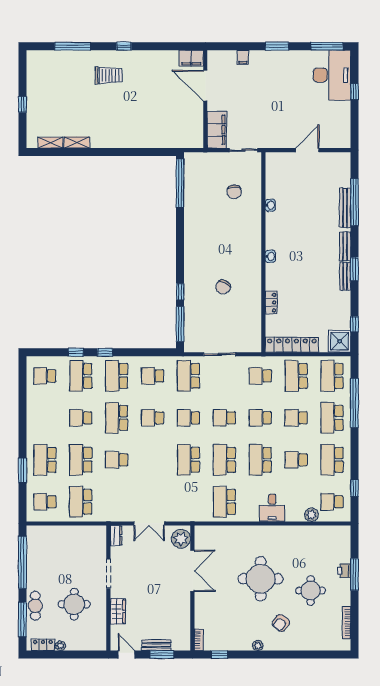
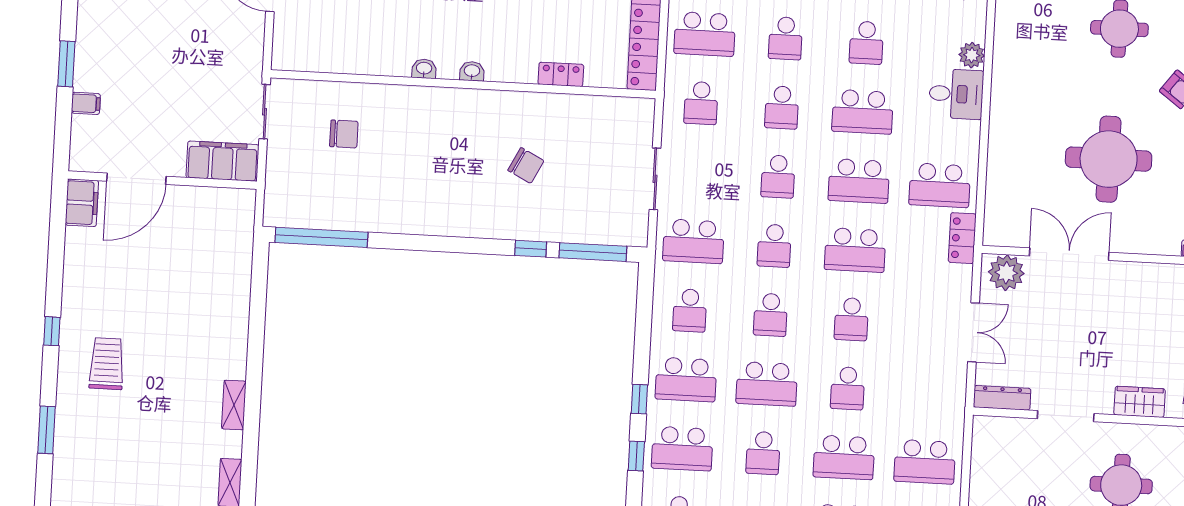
window: (73, 46) -> (47, 430), width x0.69
window: (277, 46) -> (66, 64), moved
shelving: (77, 142) -> (234, 405), moved
washbasin: (270, 205) -> (424, 69), moved
school desk: (153, 460) -> (851, 319), added
locker: (198, 515) -> (962, 238), added
plant: (312, 515) -> (972, 55), moved
dresser: (116, 536) -> (1002, 398), width x1.44
round table: (261, 579) -> (1109, 159), moved

